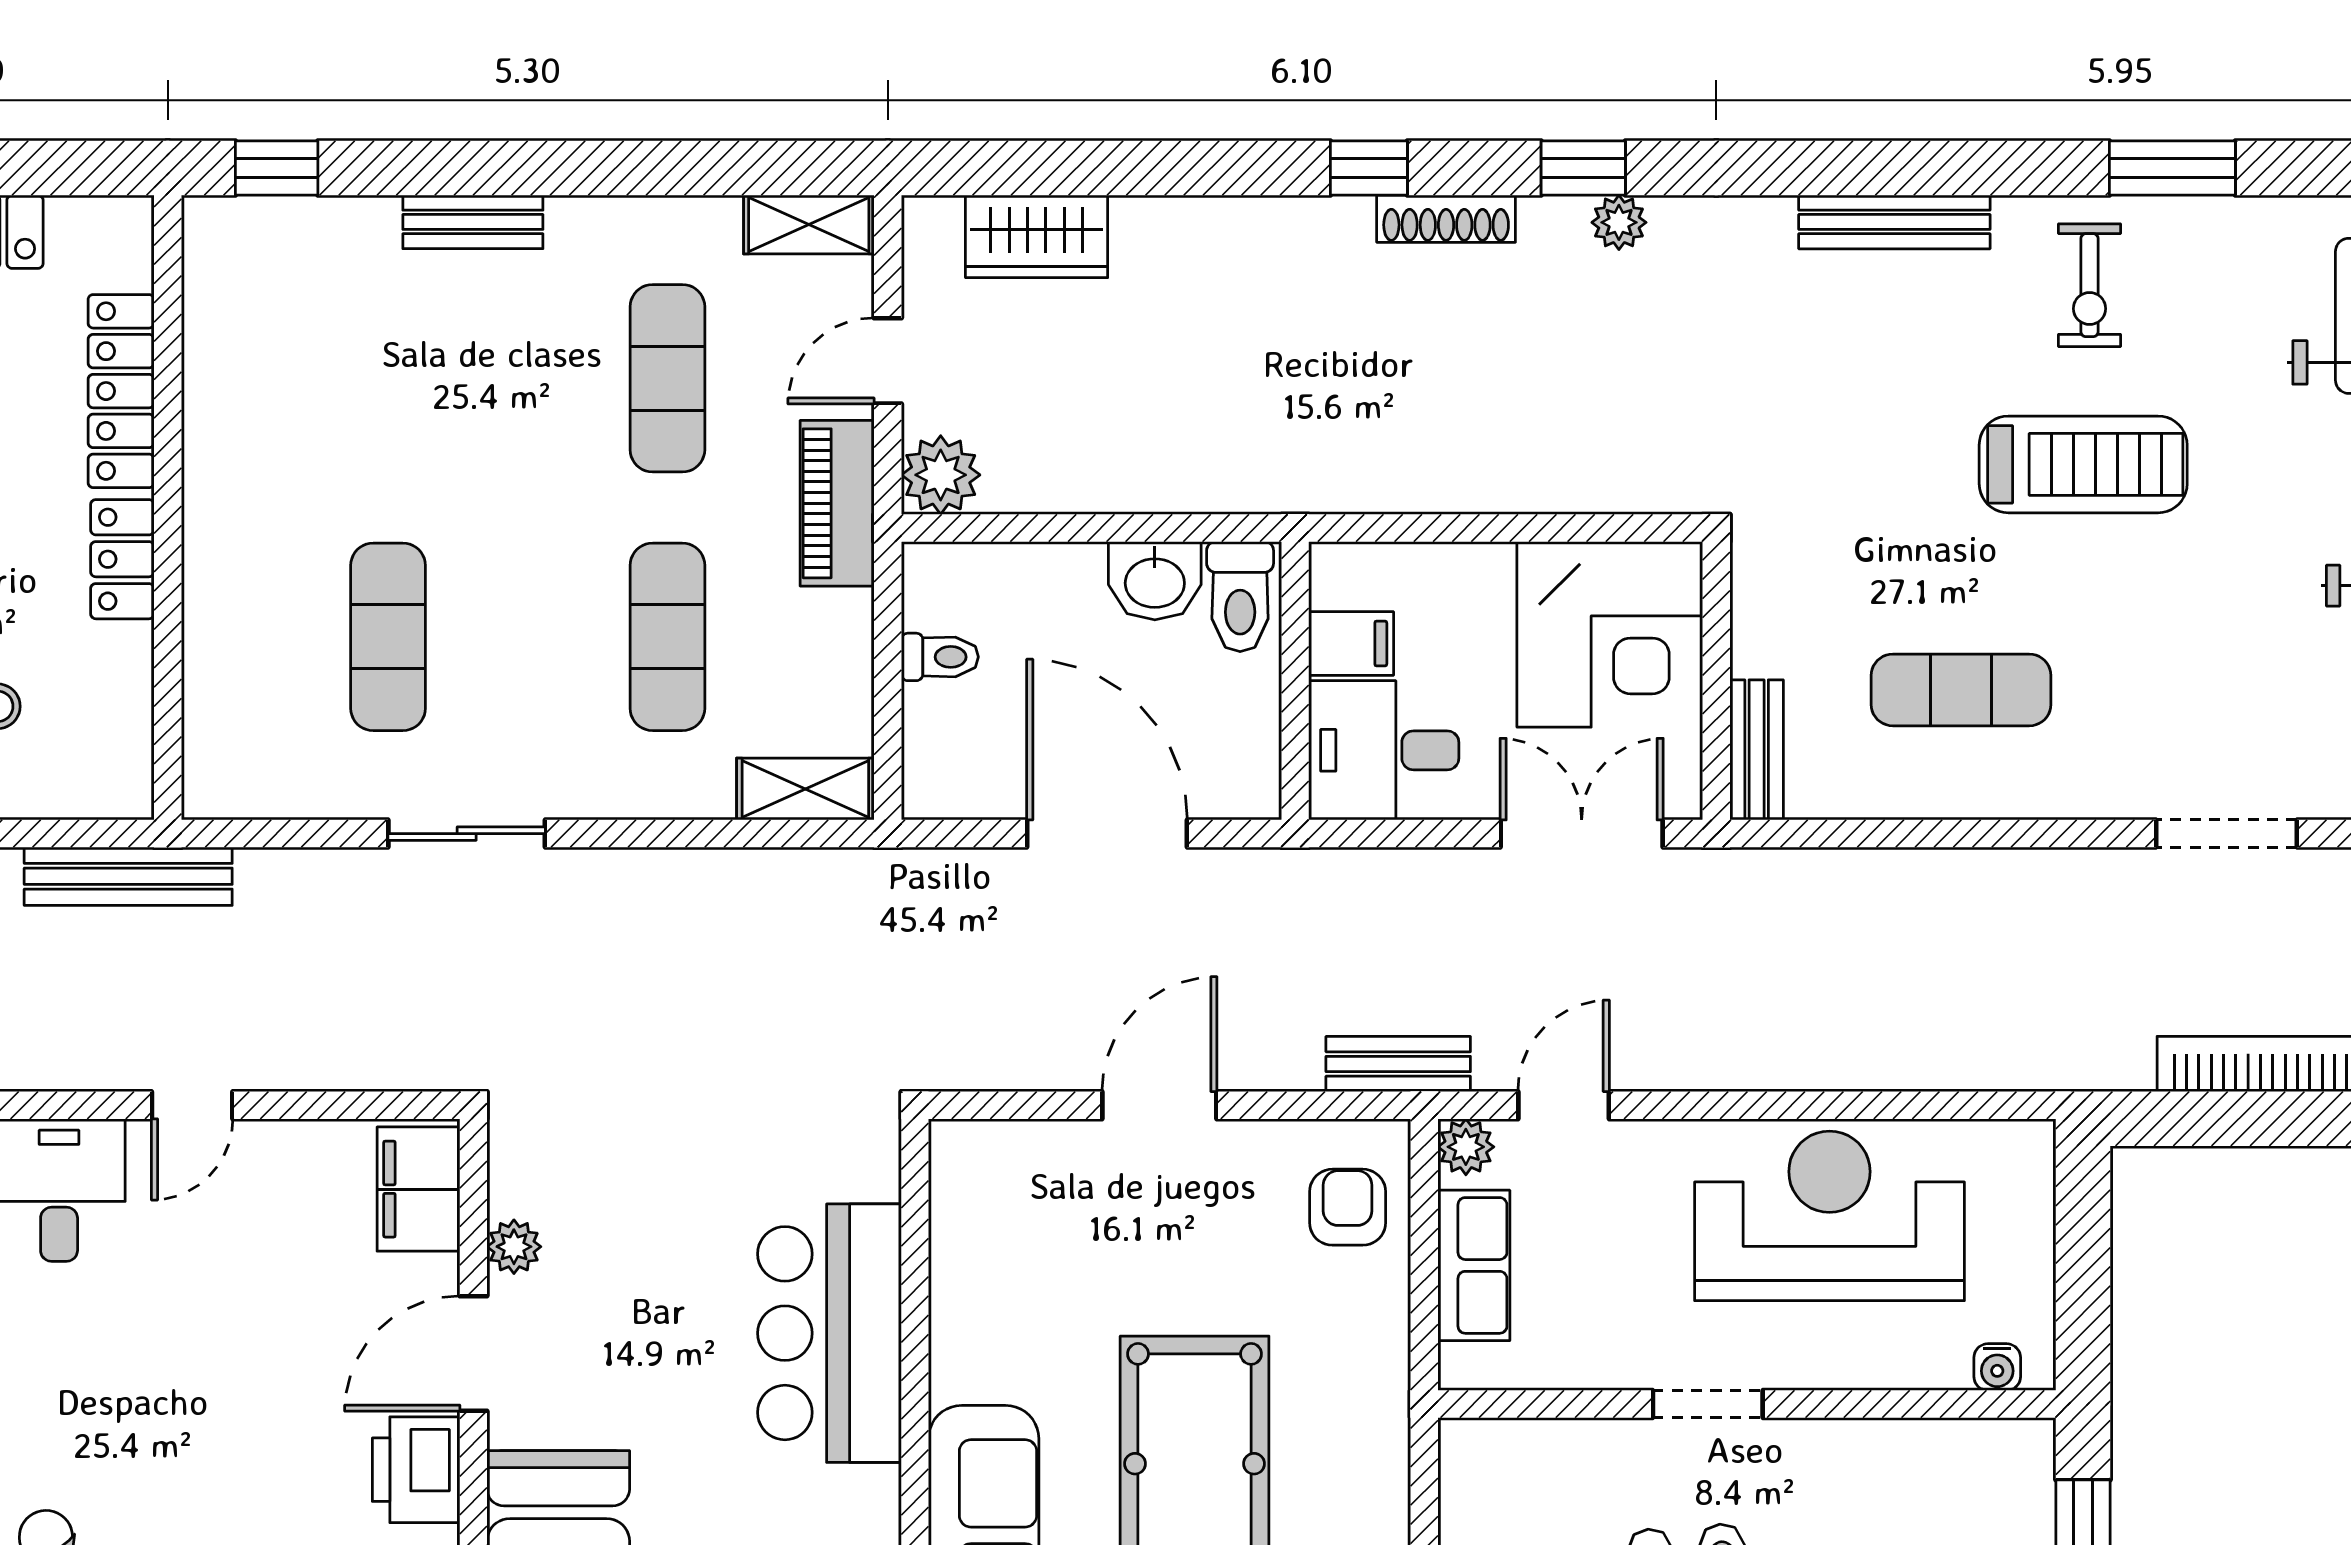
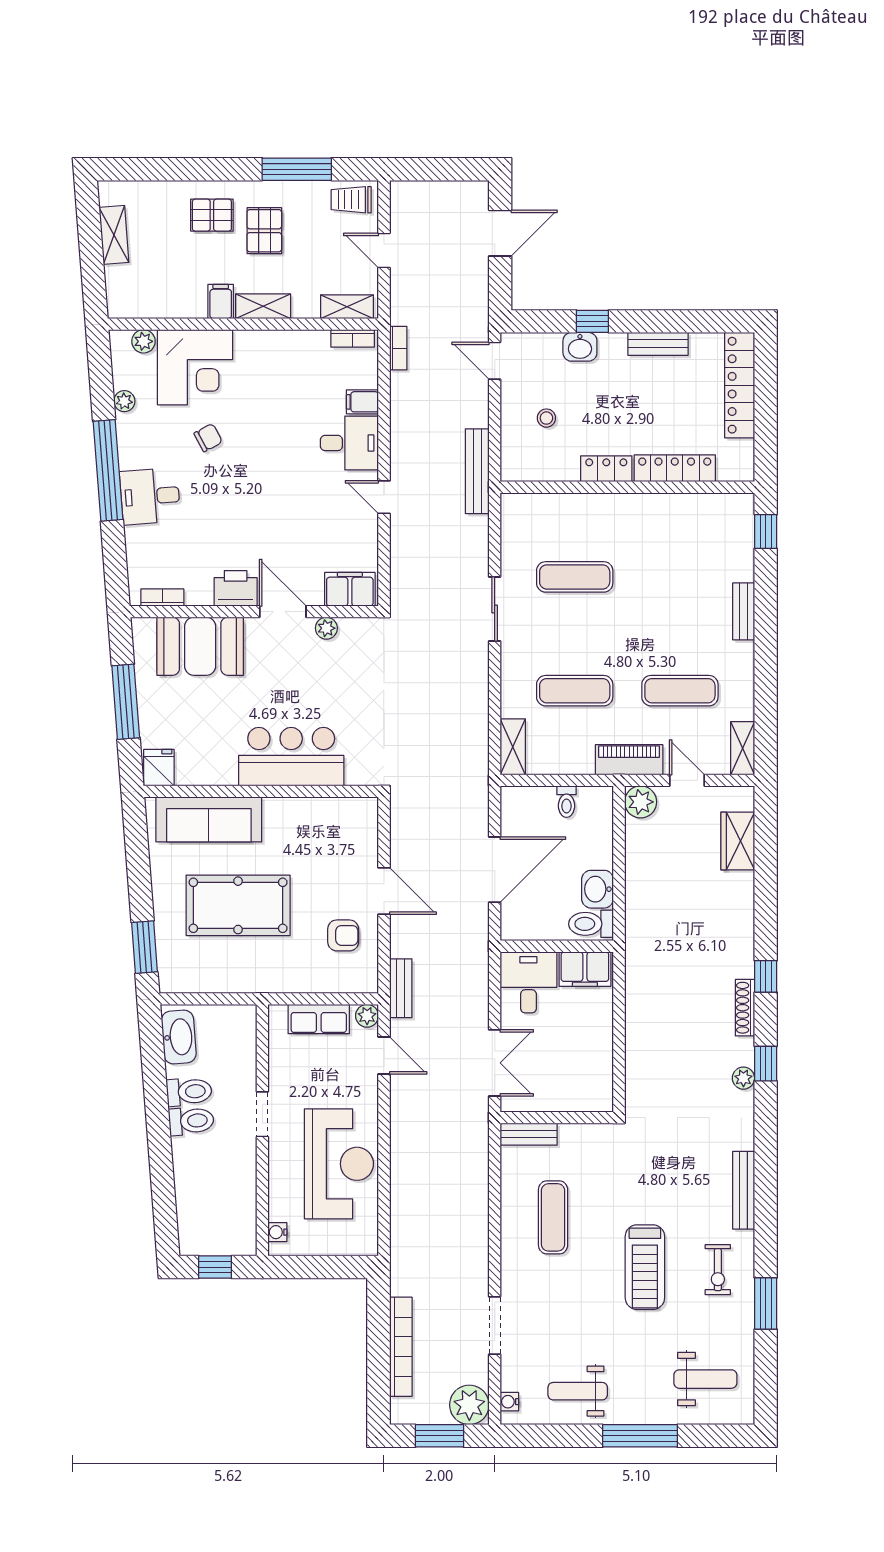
exercise bike: (2090, 285) -> (718, 1270), turned -90
corner desk: (1610, 634) -> (576, 1074), removed
filing cabinet: (1351, 643) -> (585, 969), width x2.00
armchair: (1348, 1207) -> (343, 935), moved

